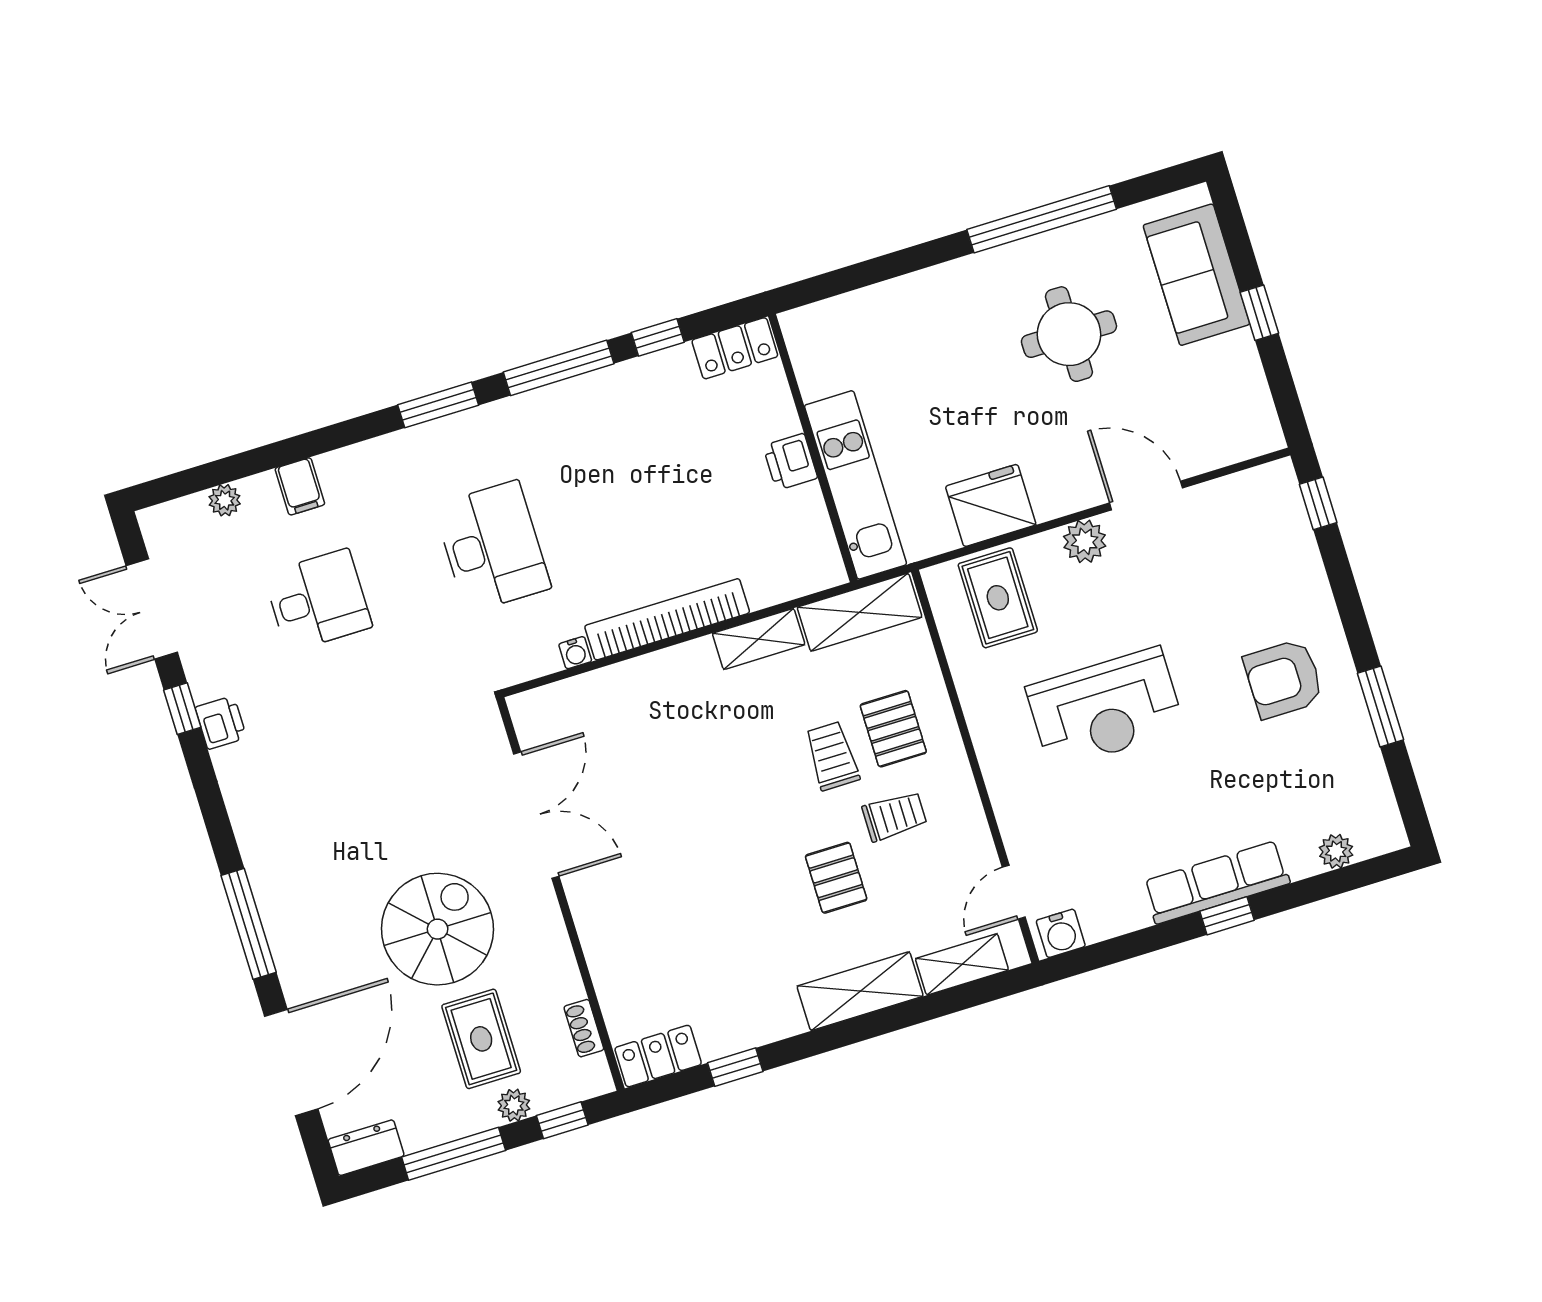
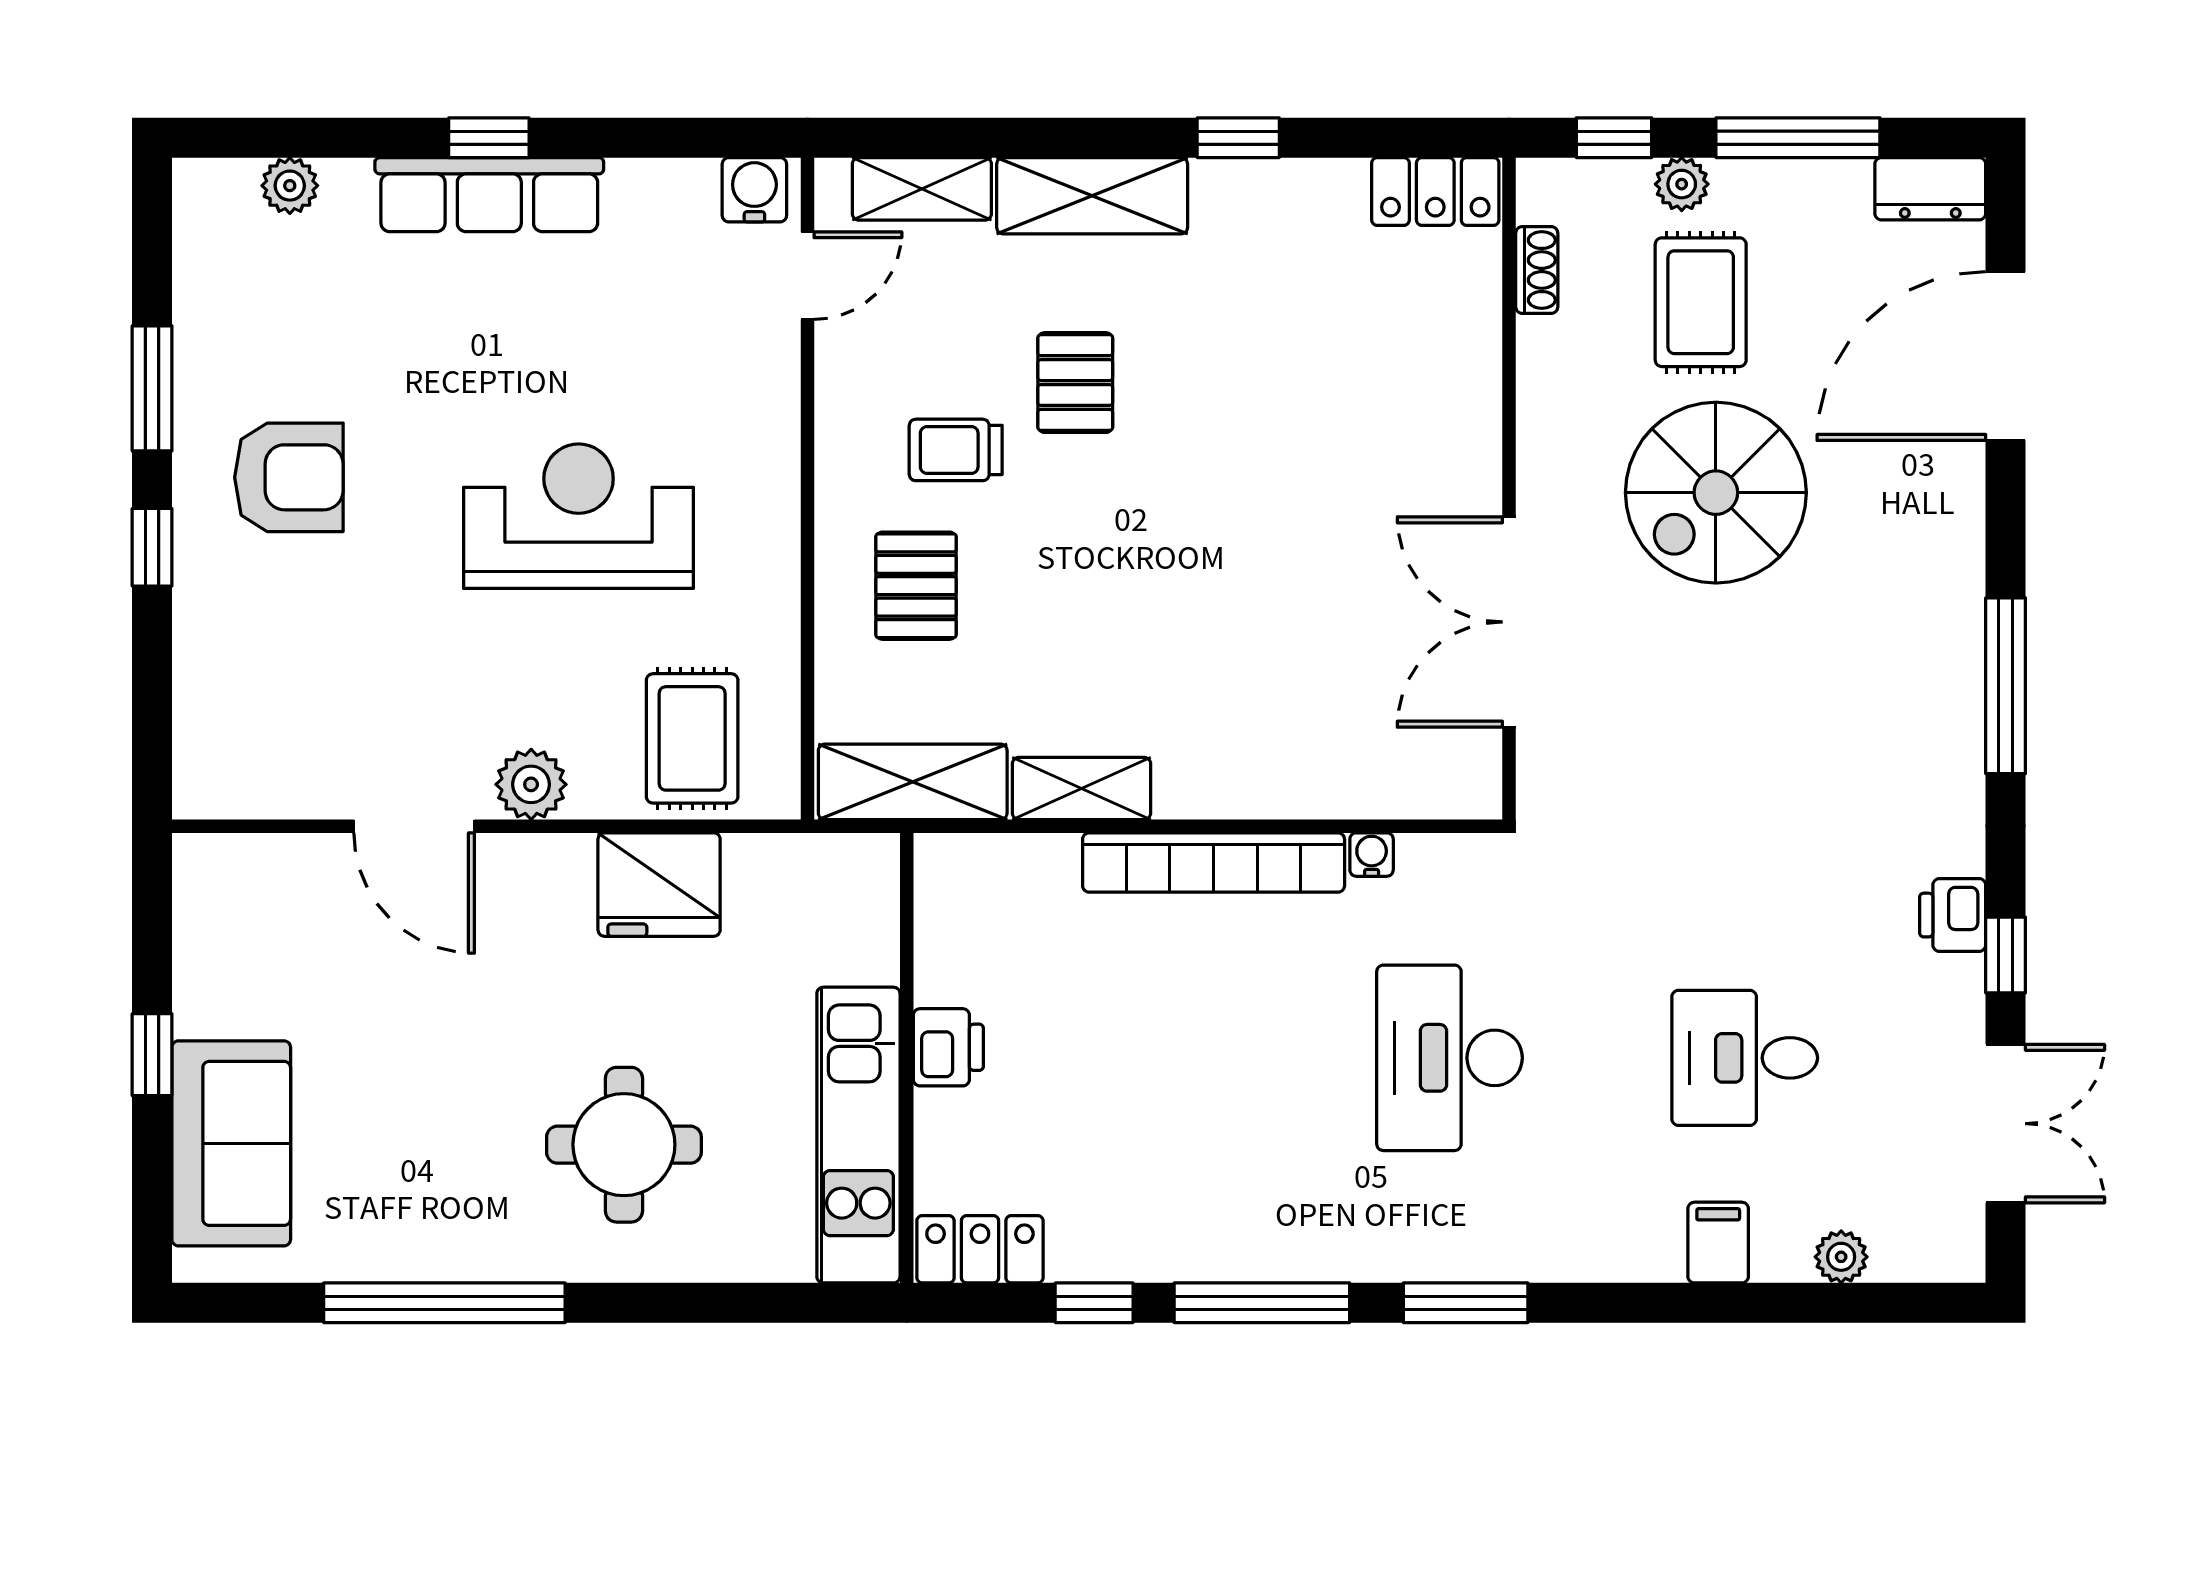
round table: (1069, 334) -> (624, 1145), moved
kitchen unit: (856, 485) -> (858, 1135), moved
window: (1318, 503) -> (152, 547), moved
trolley: (832, 756) -> (1024, 573), removed
window: (249, 924) -> (2006, 686), moved
window: (735, 1067) -> (1238, 138), moved

